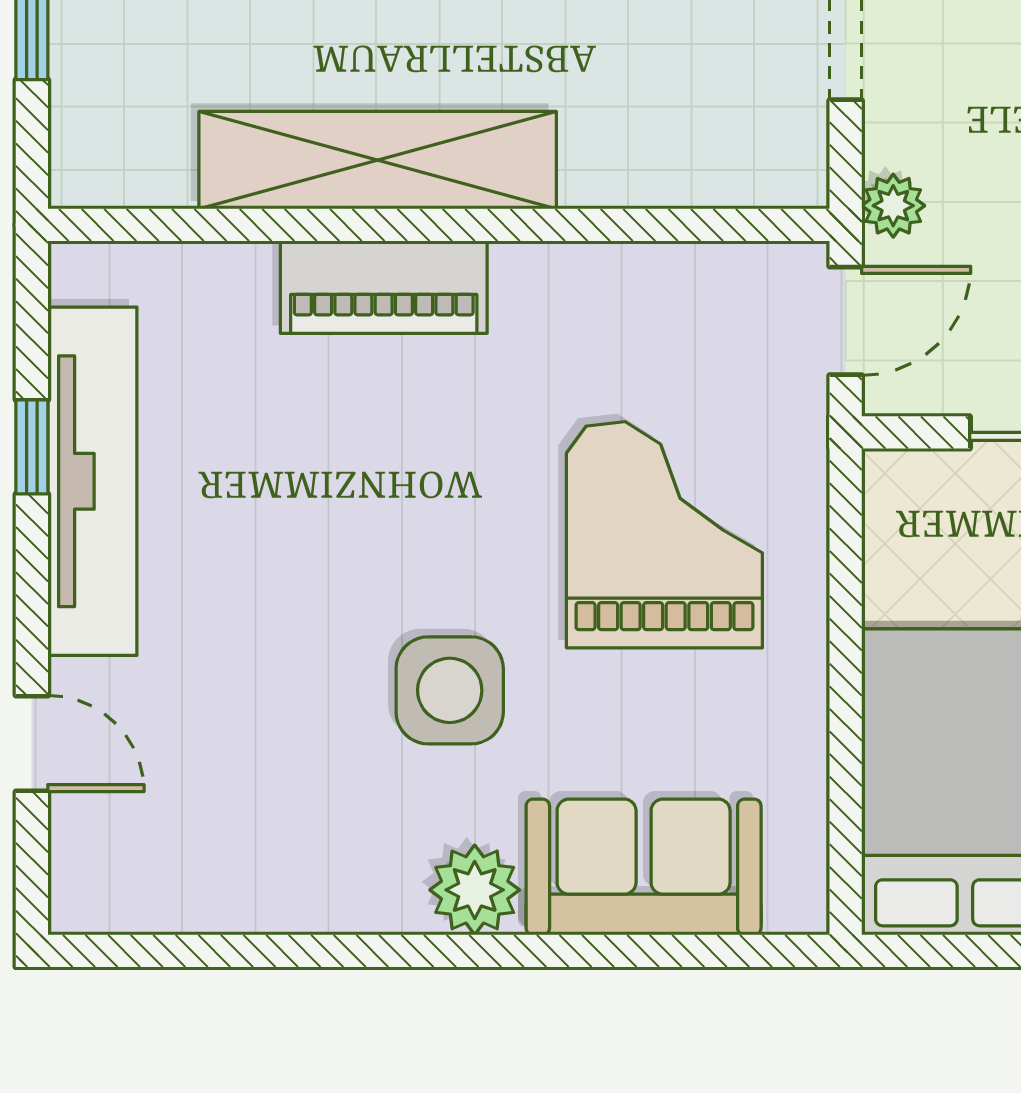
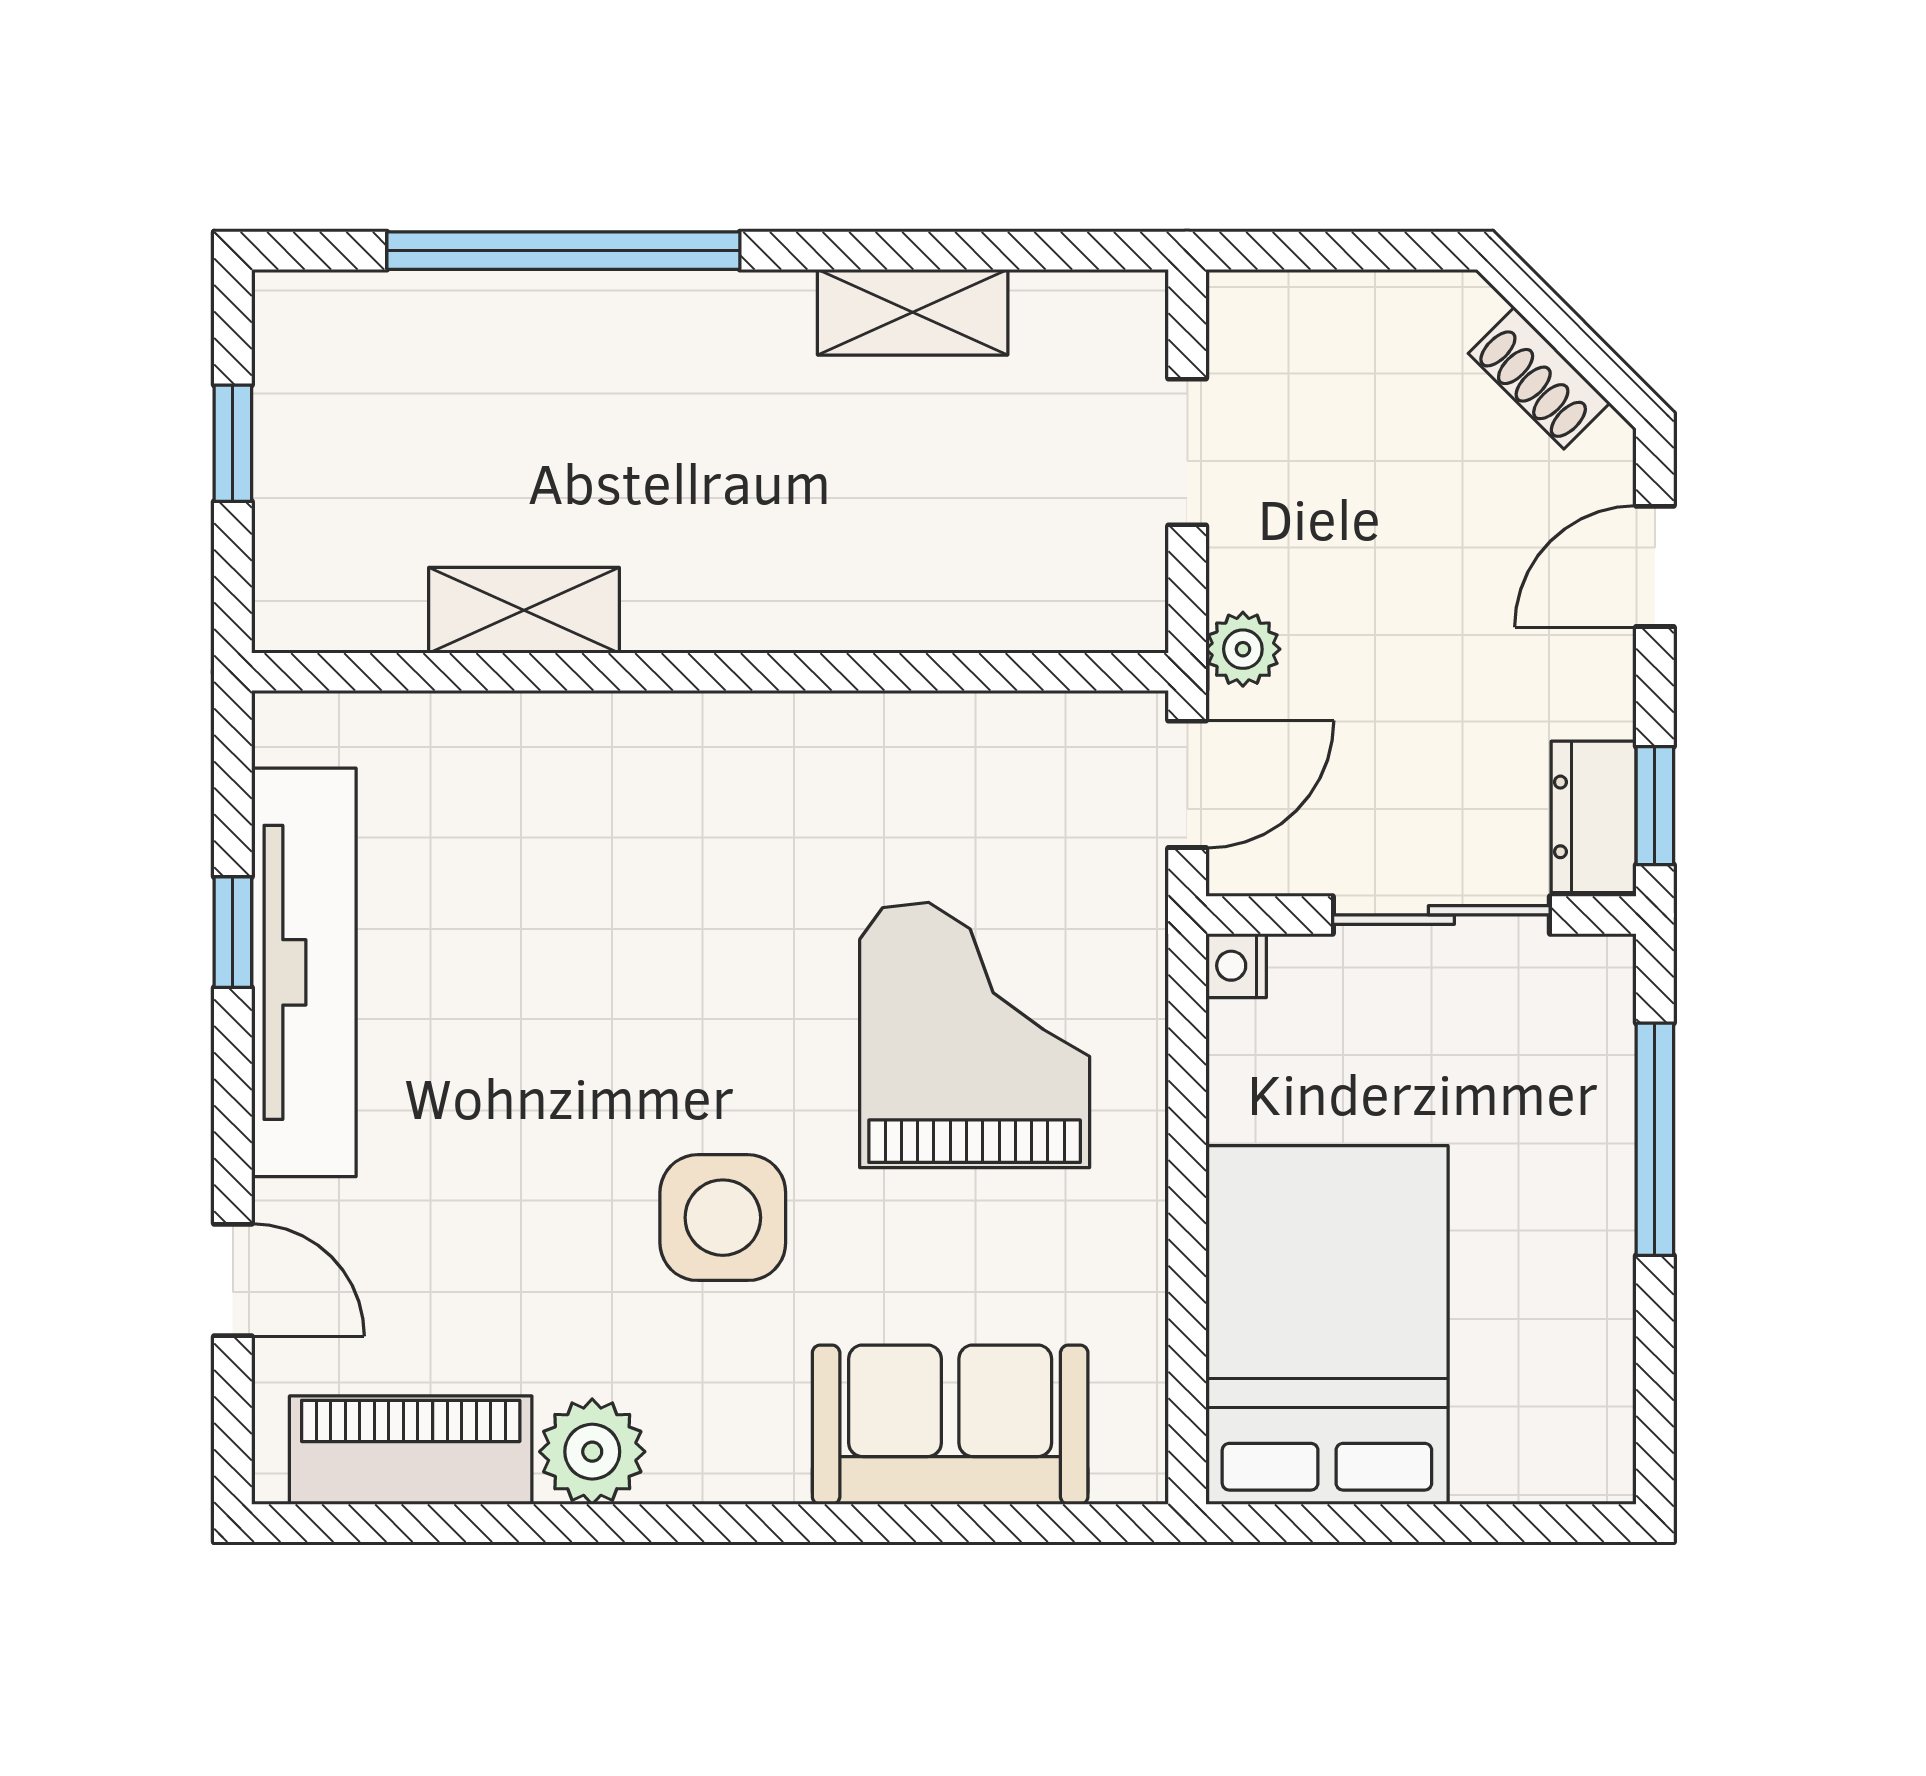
shelving: (378, 160) -> (524, 610), width x0.45, depth x0.75
piano: (384, 287) -> (411, 1450), moved, turned 180
nightstand: (887, 476) -> (1236, 966), added
plant: (475, 890) -> (592, 1452), moved

